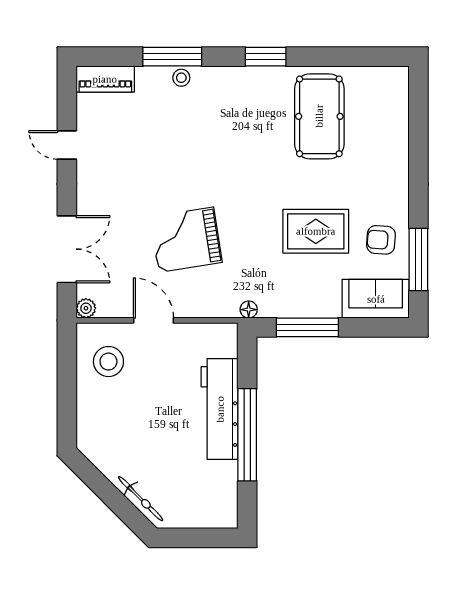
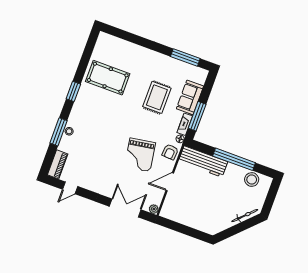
door: (67, 145) -> (70, 188), moved
armchair: (381, 240) -> (170, 152), moved
sofa: (376, 299) -> (190, 97), moved
fireplace: (282, 308) -> (185, 124), added
stool: (108, 362) -> (252, 179), moved
workbench: (220, 409) -> (203, 161), moved

